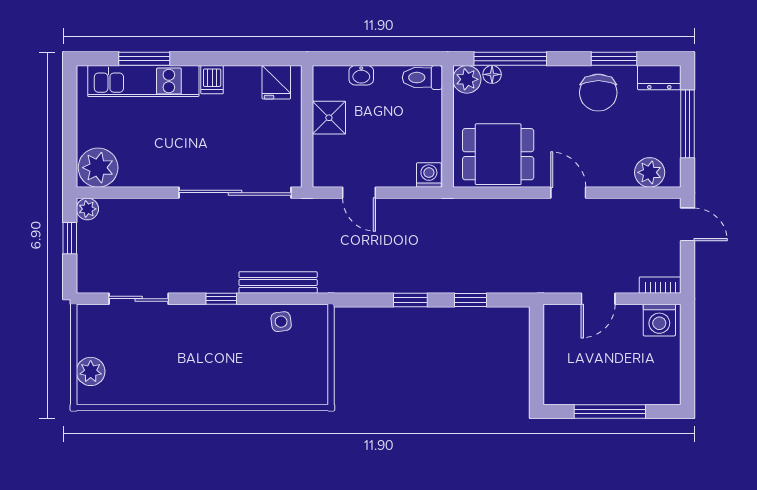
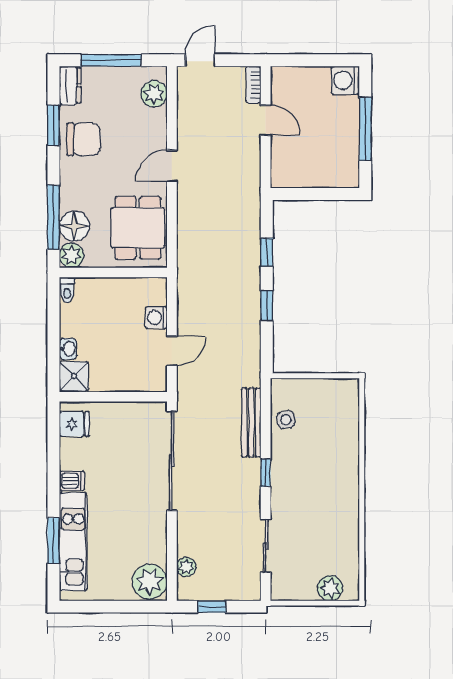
floor lamp: (492, 74) -> (74, 226), width x1.89, depth x1.89
toilet: (422, 78) -> (67, 290), width x0.73, depth x0.72
shower: (329, 118) -> (74, 376), moved
washing machine: (429, 175) -> (156, 317), moved
plant: (87, 209) -> (186, 567), moved
door: (598, 299) -> (266, 120), moved
washing machine: (659, 320) -> (345, 80), moved, turned 180

